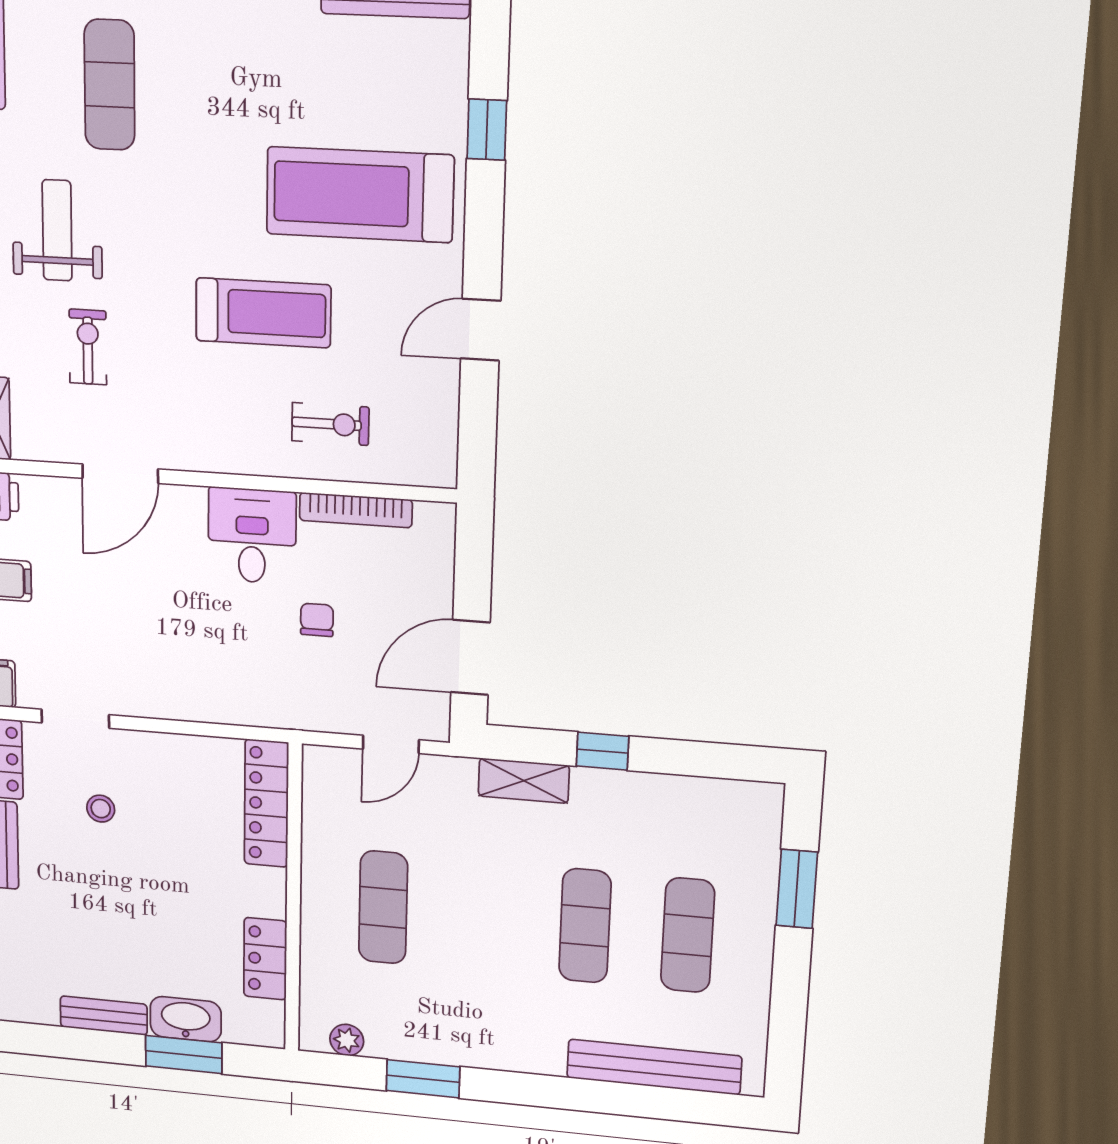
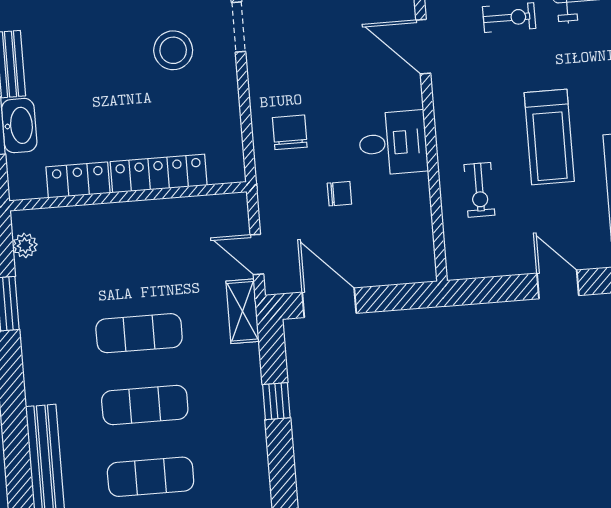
bookcase: (356, 510) -> (422, 213), removed
chair: (225, 674) -> (290, 132), added
shelving: (524, 781) -> (243, 311), moved
locker: (266, 803) -> (159, 174), moved
stool: (101, 809) -> (173, 50), width x1.89, depth x1.89
exercise mat: (383, 907) -> (139, 333), moved

